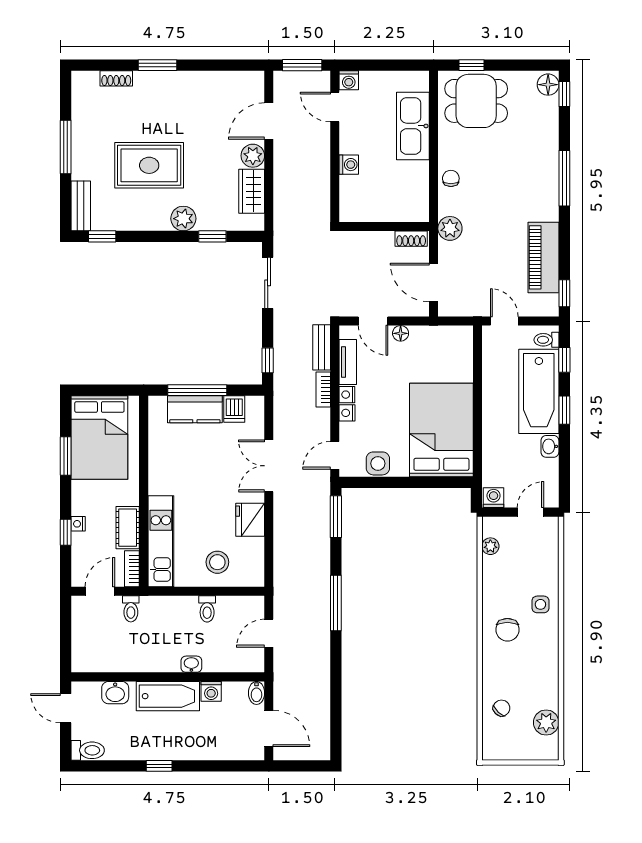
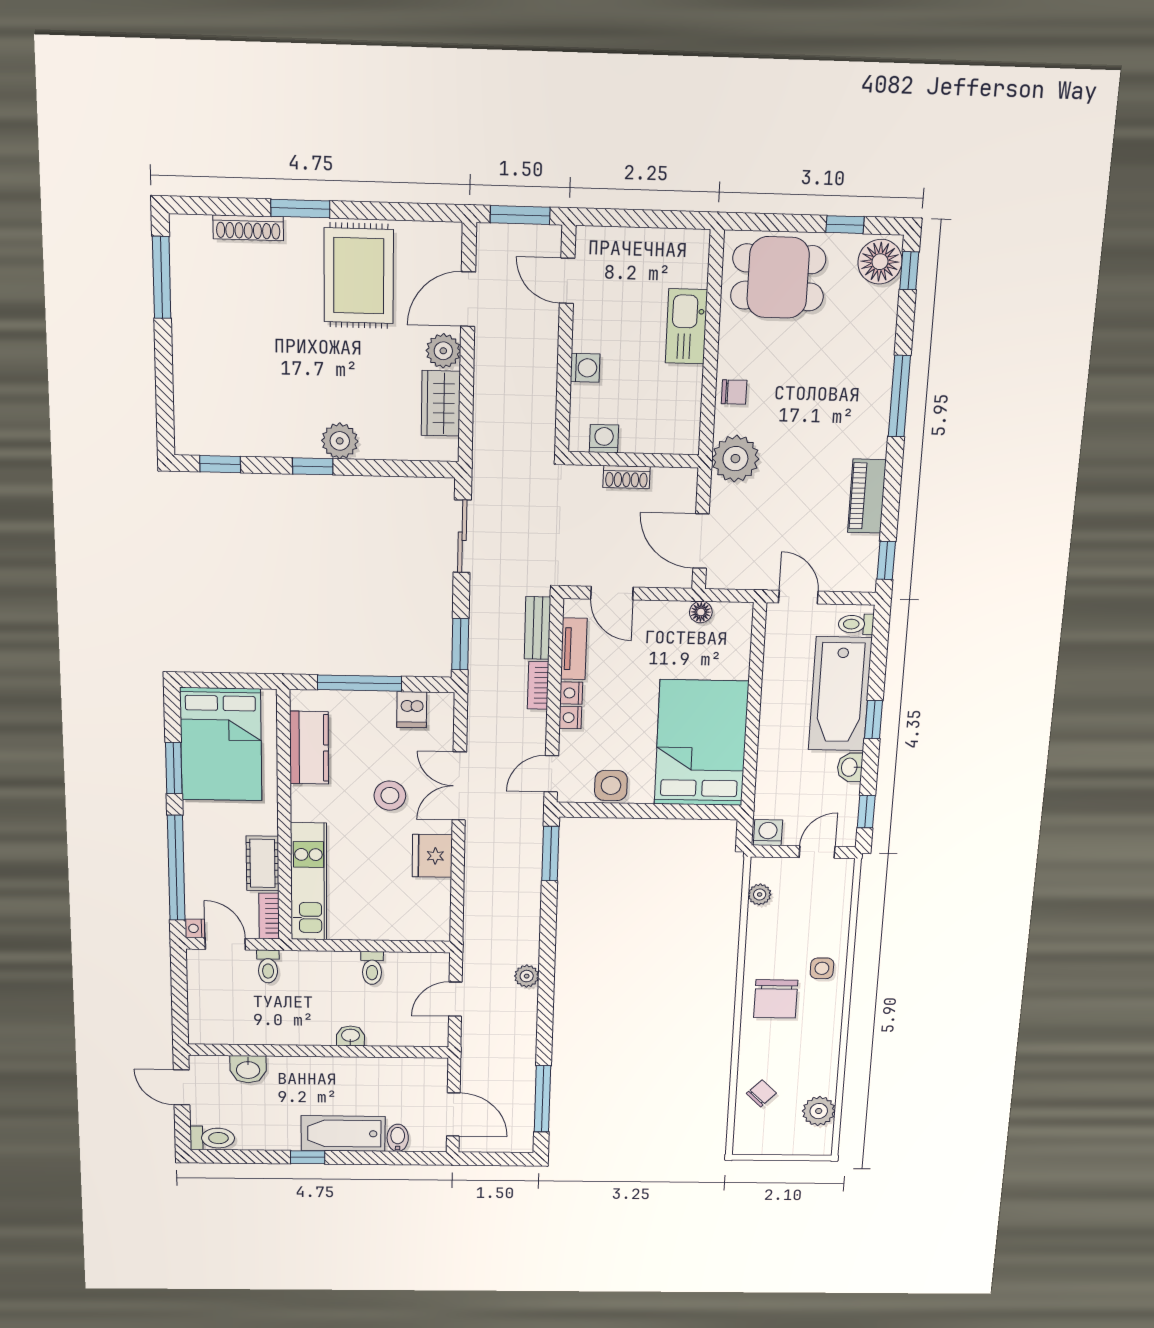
window: (471, 65) -> (845, 225), moved
shoe rack: (116, 78) -> (248, 228), width x1.43
washing machine: (349, 80) -> (604, 439), moved, turned 180
floor lamp: (548, 85) -> (880, 262), width x1.38, depth x1.38
kitchen sink: (413, 126) -> (686, 326), width x0.73, depth x0.81
window: (66, 147) -> (162, 277), moved
rug: (149, 165) -> (359, 276), moved, turned 90
chair: (451, 178) -> (734, 392), turned 90
bench: (81, 206) -> (188, 419), removed
plant: (450, 228) -> (735, 459), width x1.36, depth x1.36
window: (212, 236) -> (313, 466), moved
shoe rack: (411, 239) -> (627, 477), moved
piano: (543, 257) -> (867, 496), width x0.73, depth x0.75
floor lamp: (401, 333) -> (701, 612), moved
window: (268, 360) -> (460, 644), width x1.50
window: (564, 360) -> (866, 812), moved
kitchen counter: (195, 409) -> (309, 748), moved, turned -90
nightstand: (78, 524) -> (195, 928), moved
window: (66, 532) -> (176, 868), width x3.17
stool: (217, 562) -> (390, 796), moved
door: (100, 591) -> (225, 944), hinge flipped
window: (336, 603) -> (542, 1099), moved
plant: (321, 614) -> (527, 976), added
chair: (507, 630) -> (776, 999), width x1.37, depth x1.37
washing machine: (211, 691) -> (377, 1069), removed
bidet: (256, 693) -> (398, 1138), moved, turned 180
bathtub: (168, 696) -> (343, 1134), moved, turned 180

